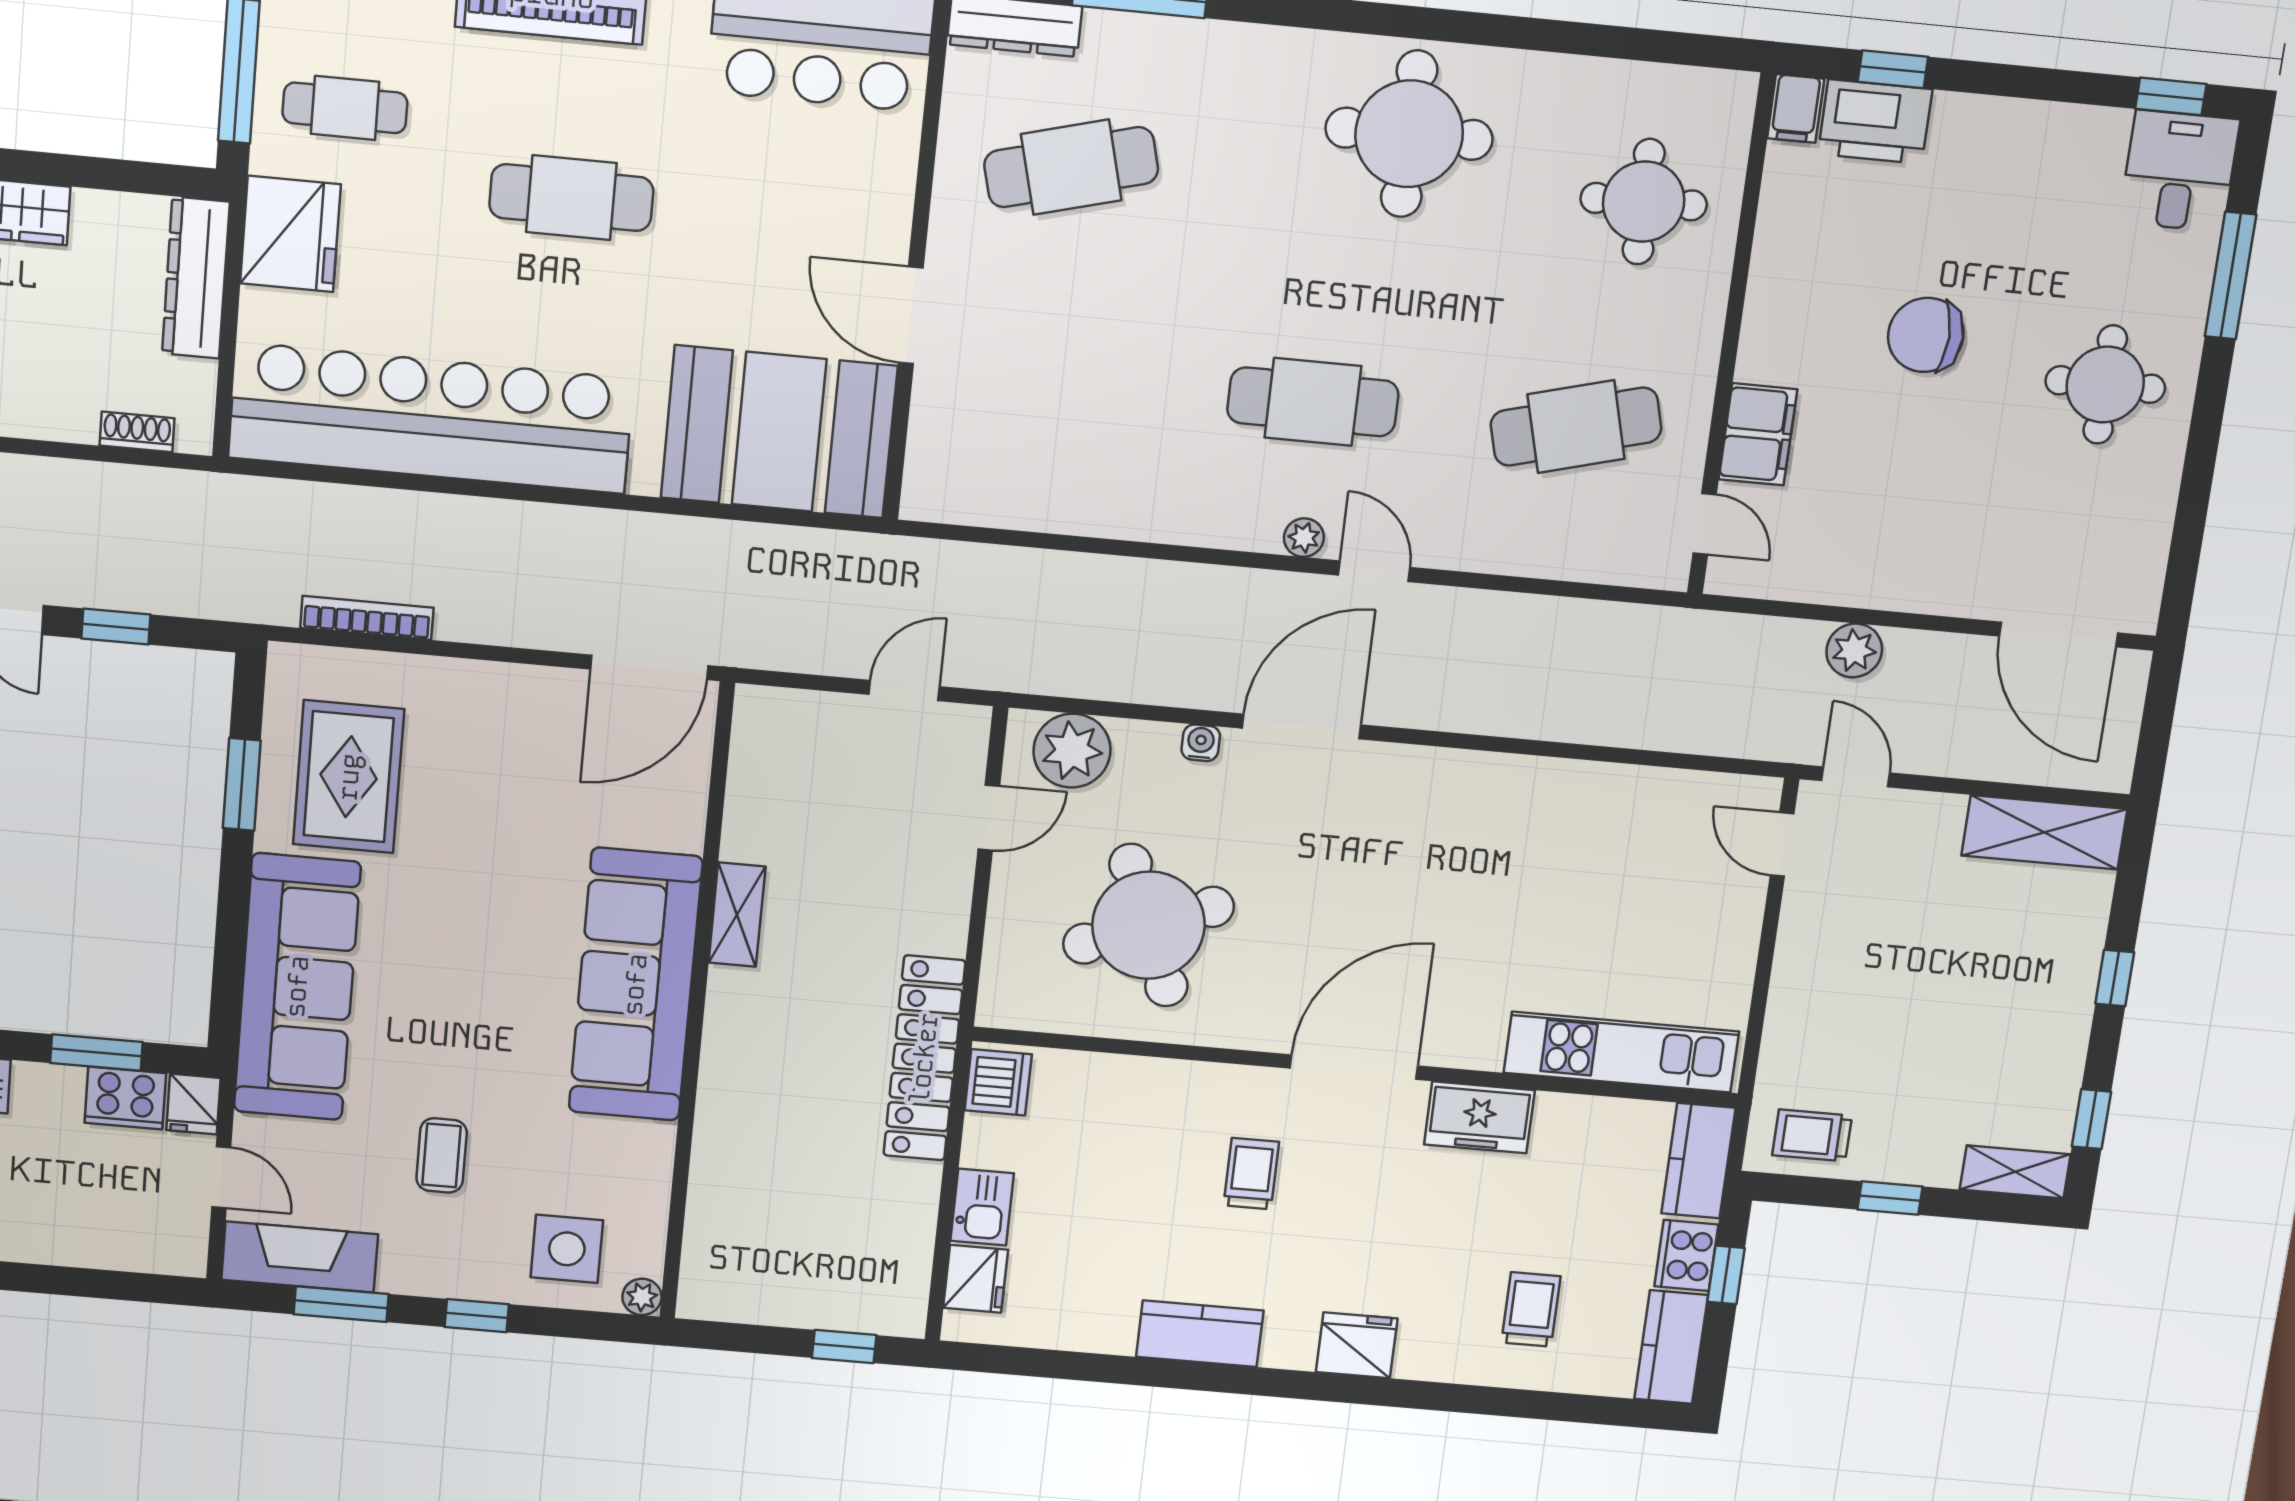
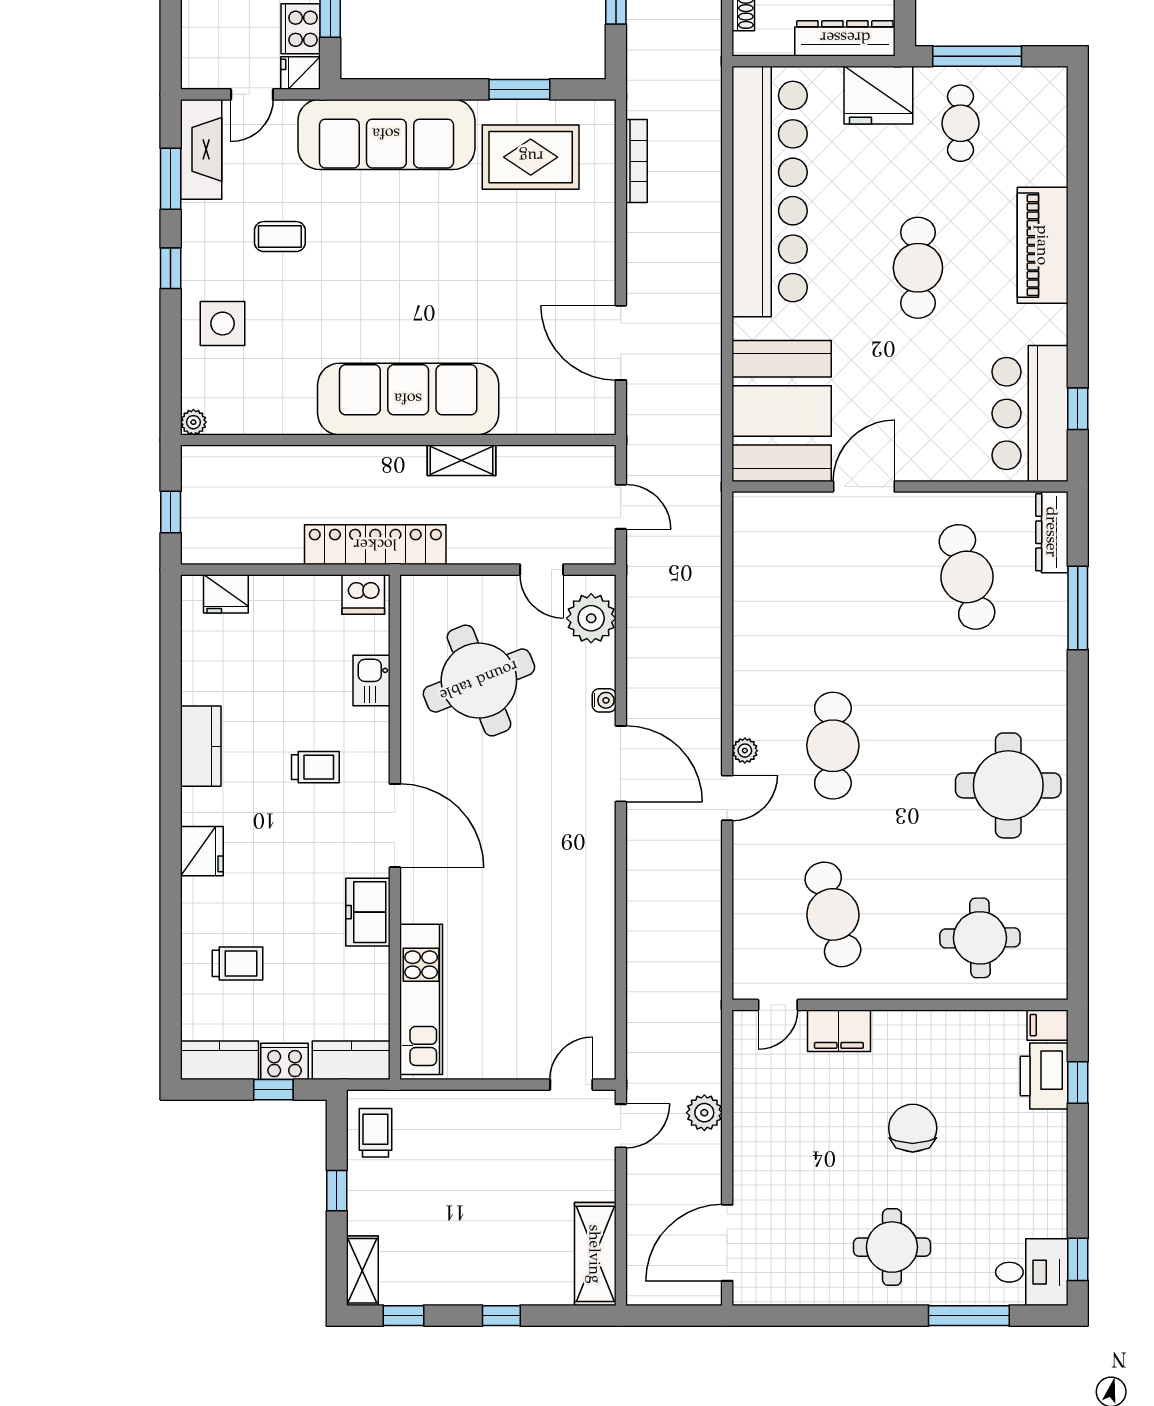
shelving: (737, 915) -> (462, 460), moved
sofa: (635, 985) -> (408, 399), moved
wall: (697, 1005) -> (398, 440), moved
kitchen sink: (982, 1207) -> (372, 680), moved, turned 90
plant: (642, 1297) -> (193, 422), moved

